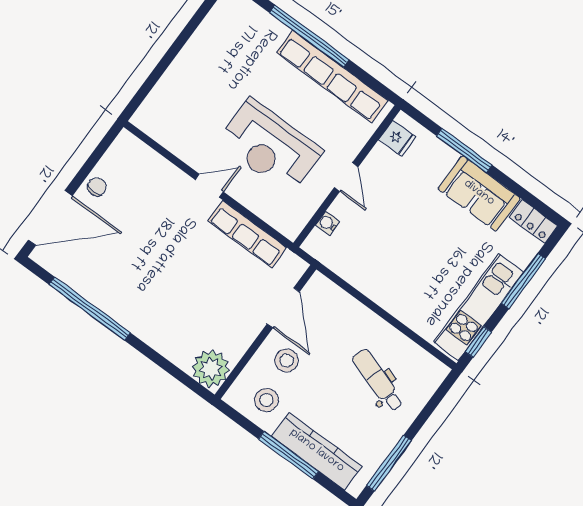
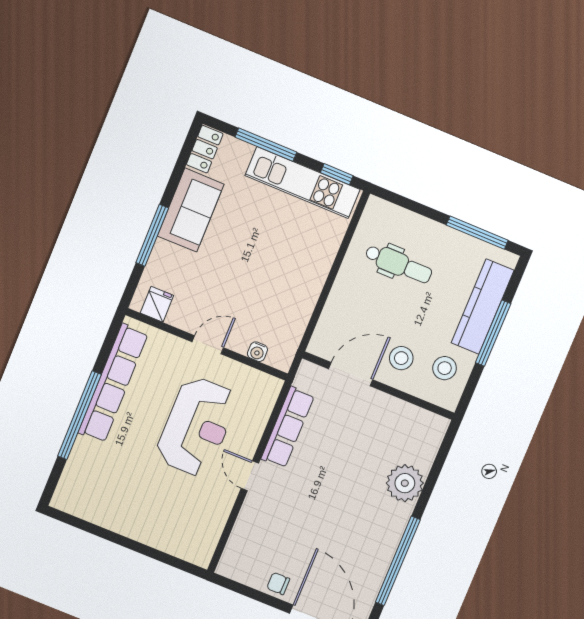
plant: (211, 368) -> (405, 483), moved
dental chair: (378, 380) -> (399, 264), turned -108

